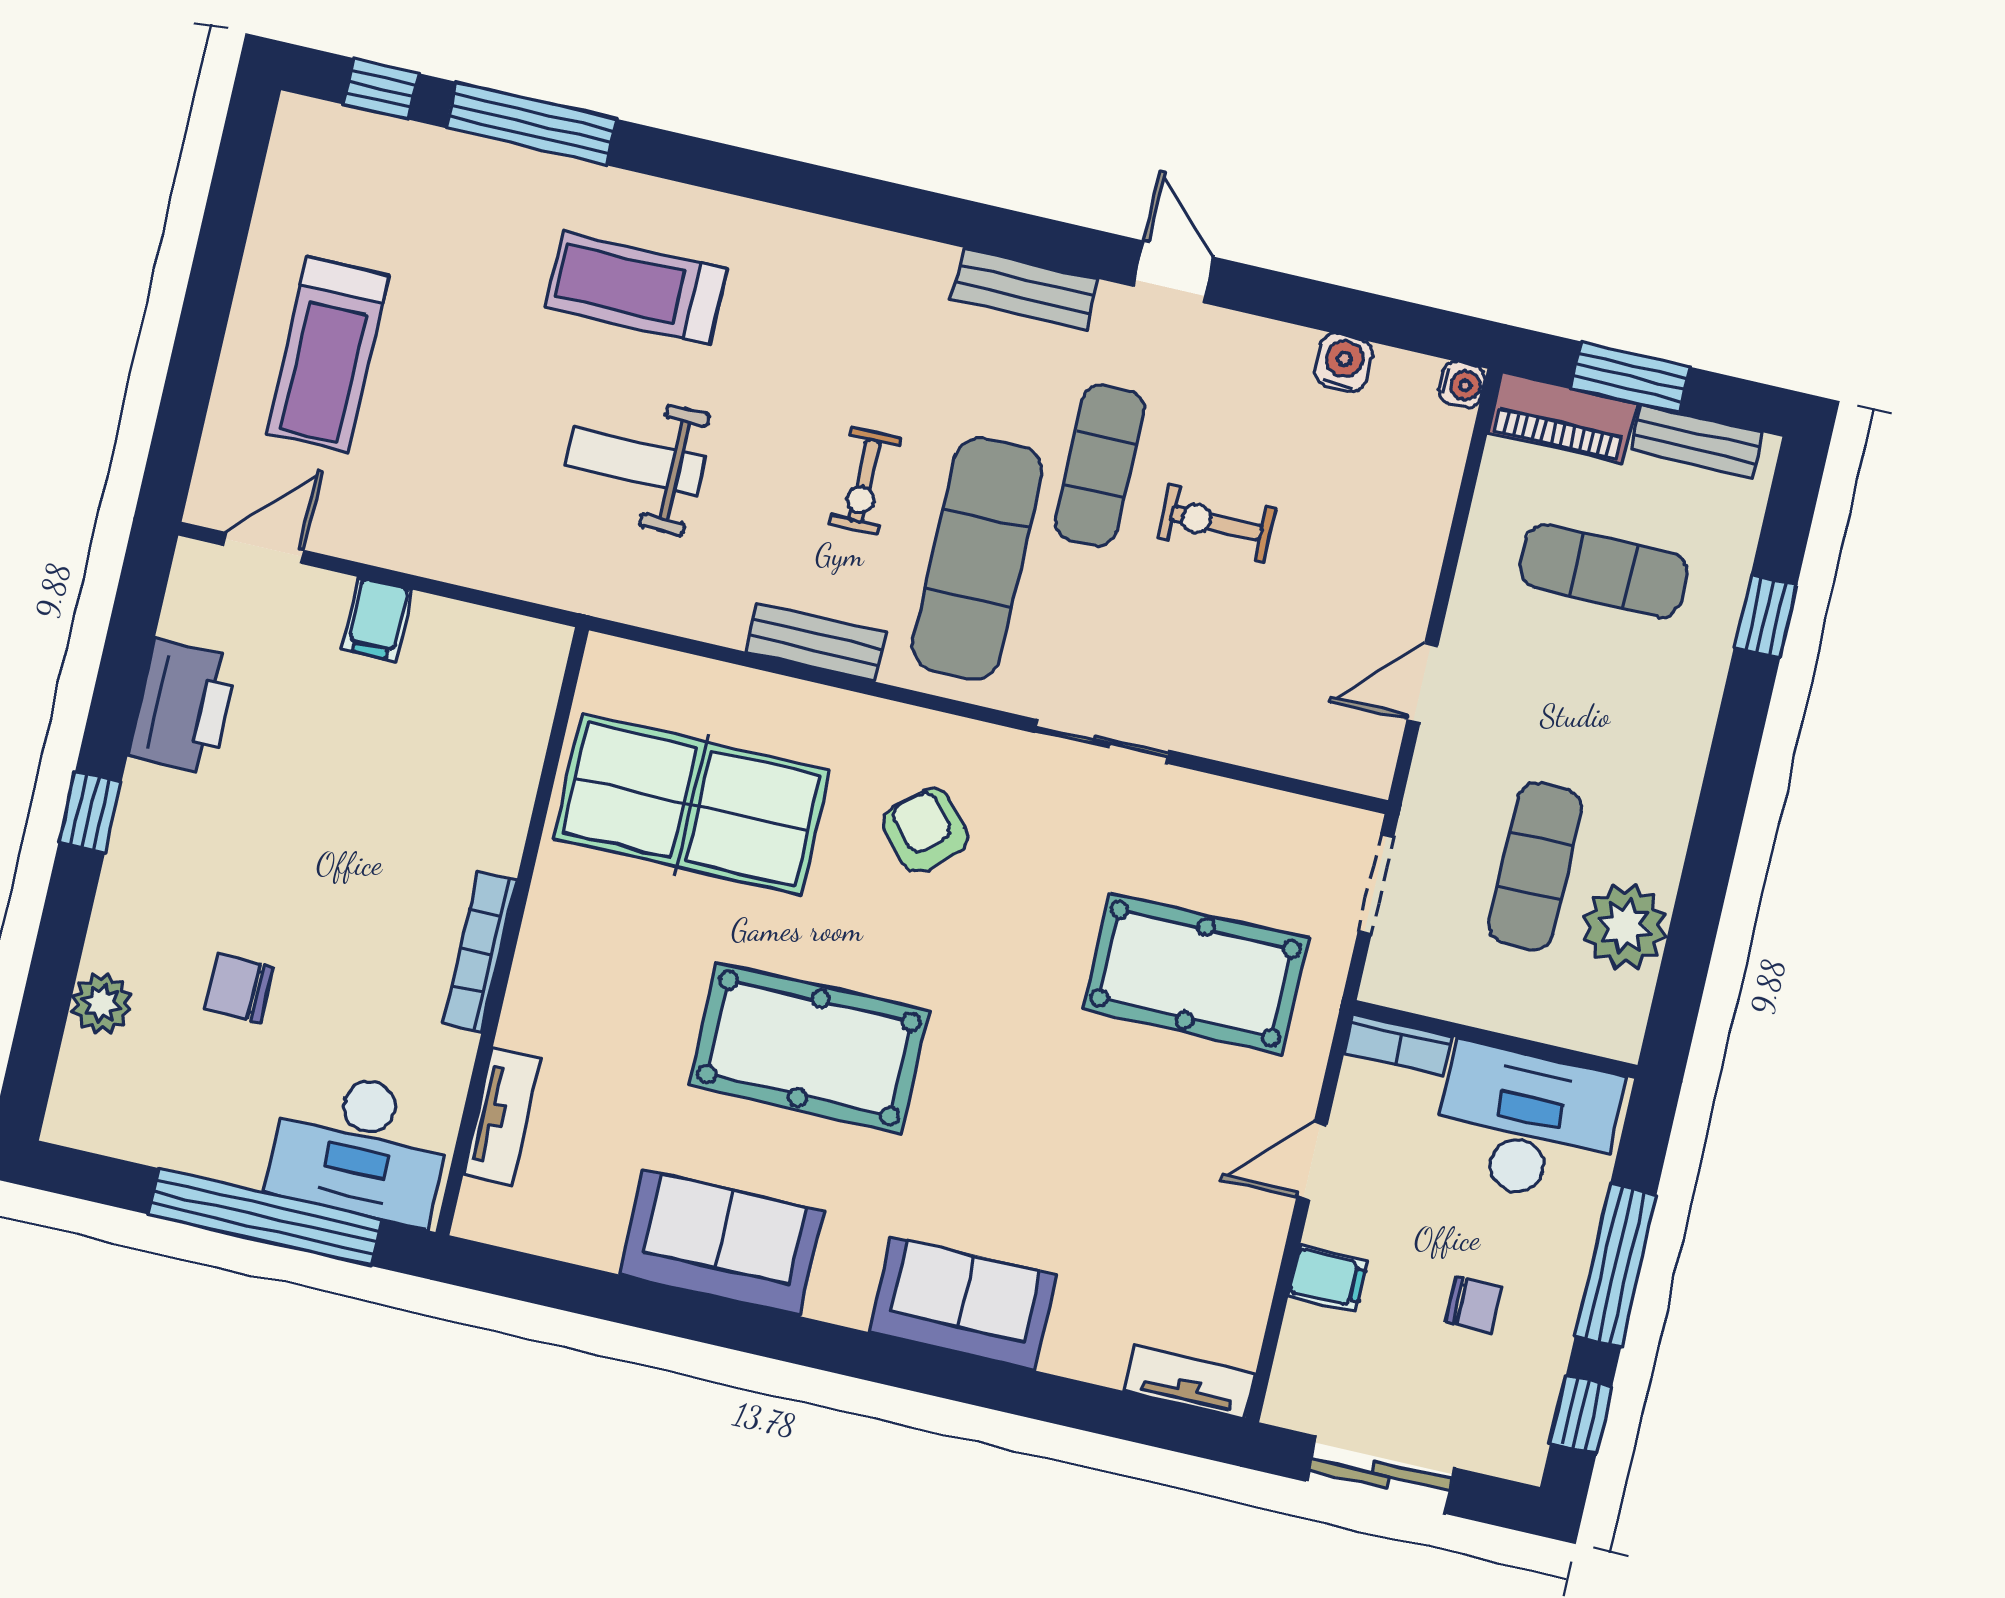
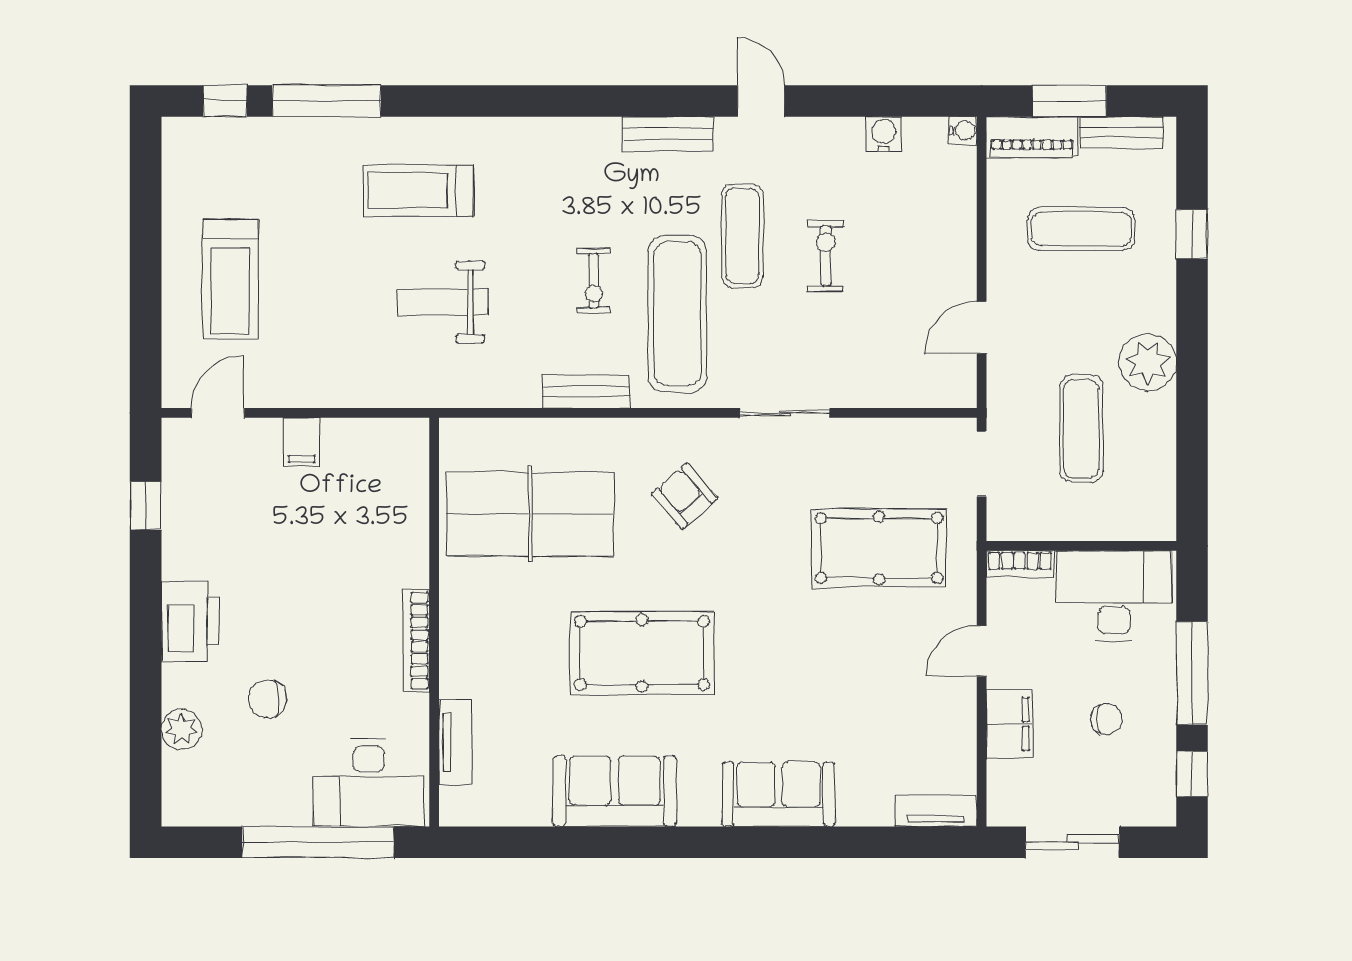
exercise bike: (1216, 523) -> (826, 256), turned 90
printer: (183, 707) -> (190, 621), moved
window: (90, 812) -> (146, 506), moved
plant: (1625, 926) -> (1148, 362), moved
filing cabinet: (1328, 1278) -> (1009, 724), width x2.00

